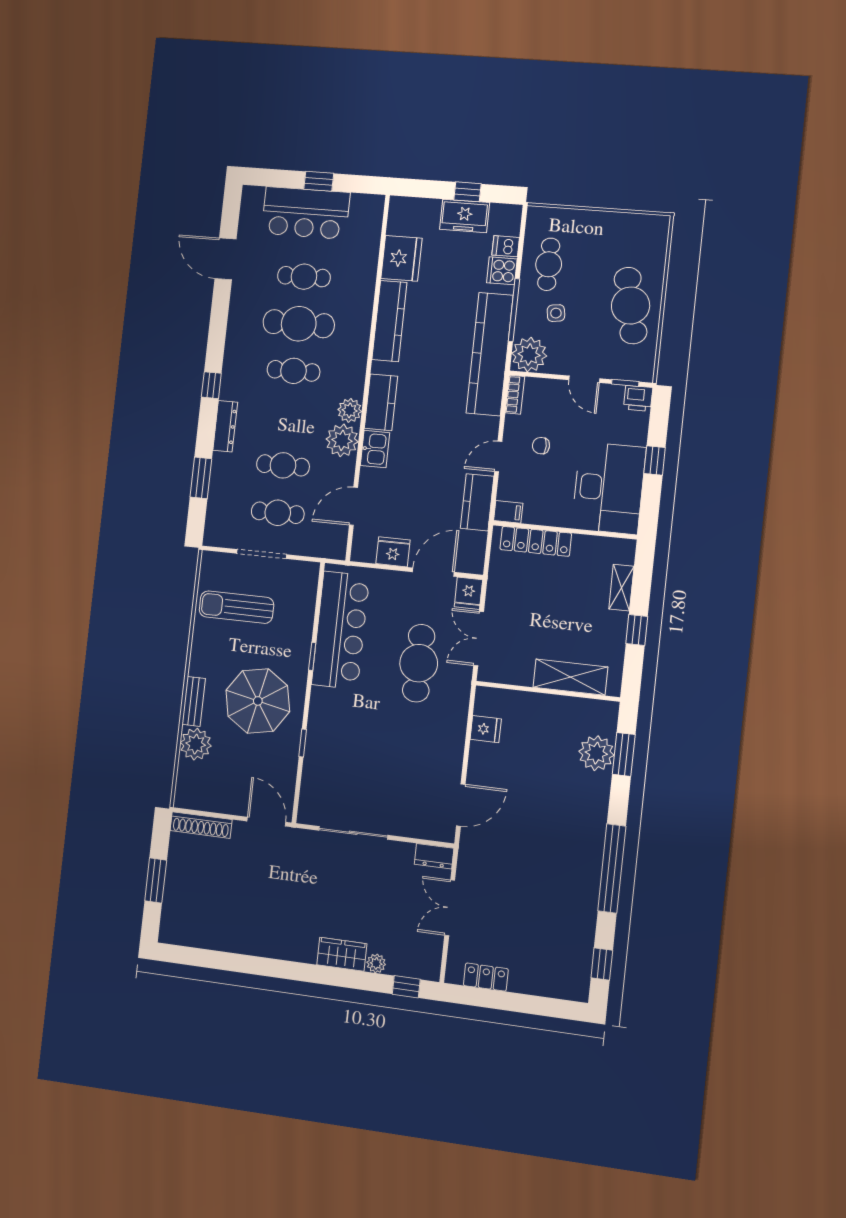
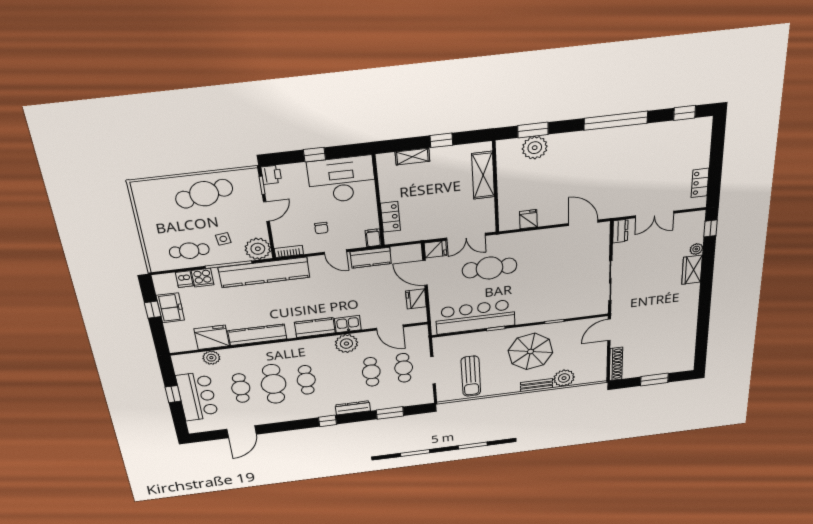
plant: (350, 410) -> (211, 358), moved
locker: (536, 541) -> (390, 217), width x0.66

